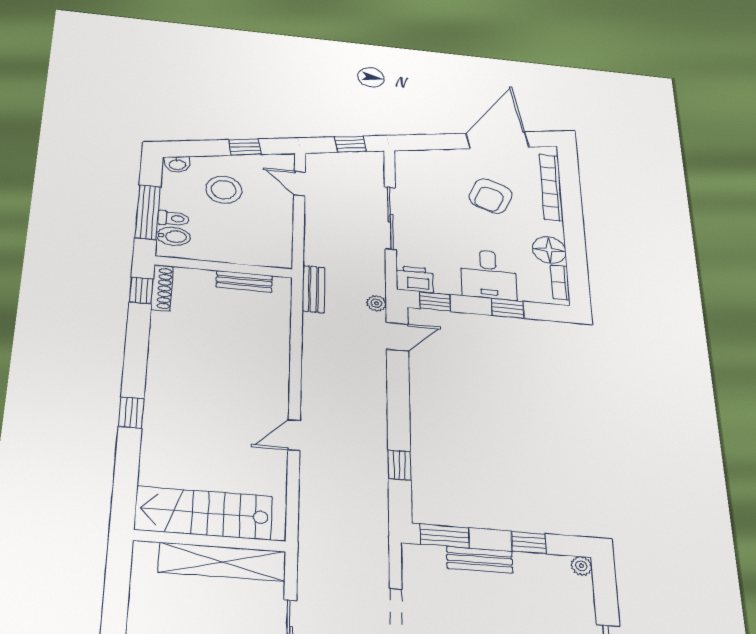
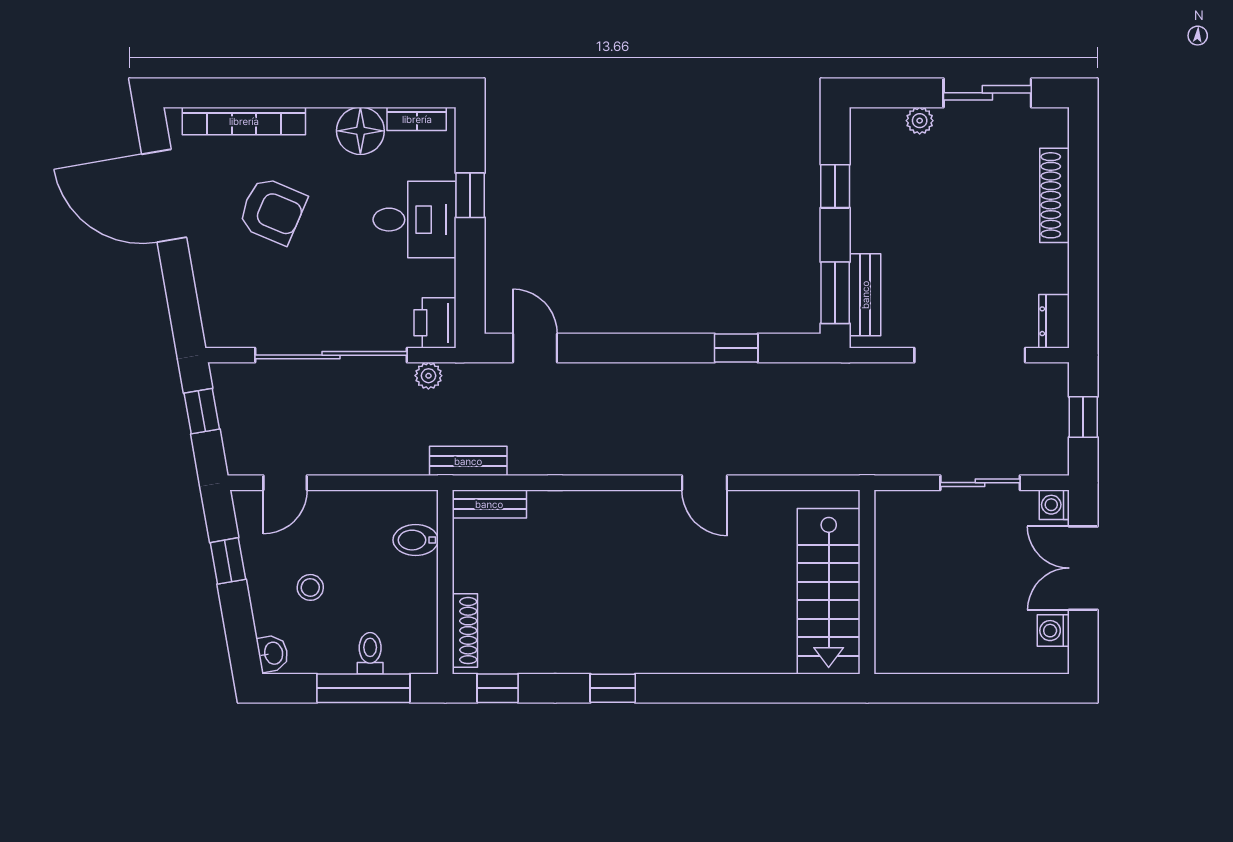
stool: (224, 190) -> (310, 587), width x0.53, depth x0.53
sliding door: (390, 218) -> (331, 355), width x1.36
bidet: (173, 236) -> (416, 540), moved, turned -90
bench: (244, 281) -> (489, 504), moved, turned 90
shoe rack: (162, 288) -> (465, 631), moved, turned 90
window: (435, 301) -> (470, 296), removed
plant: (376, 303) -> (428, 376), moved
window: (131, 413) -> (613, 688), moved
bench: (480, 560) -> (865, 295), moved
shelving: (222, 562) -> (895, 566), removed
plant: (581, 566) -> (920, 121), moved

